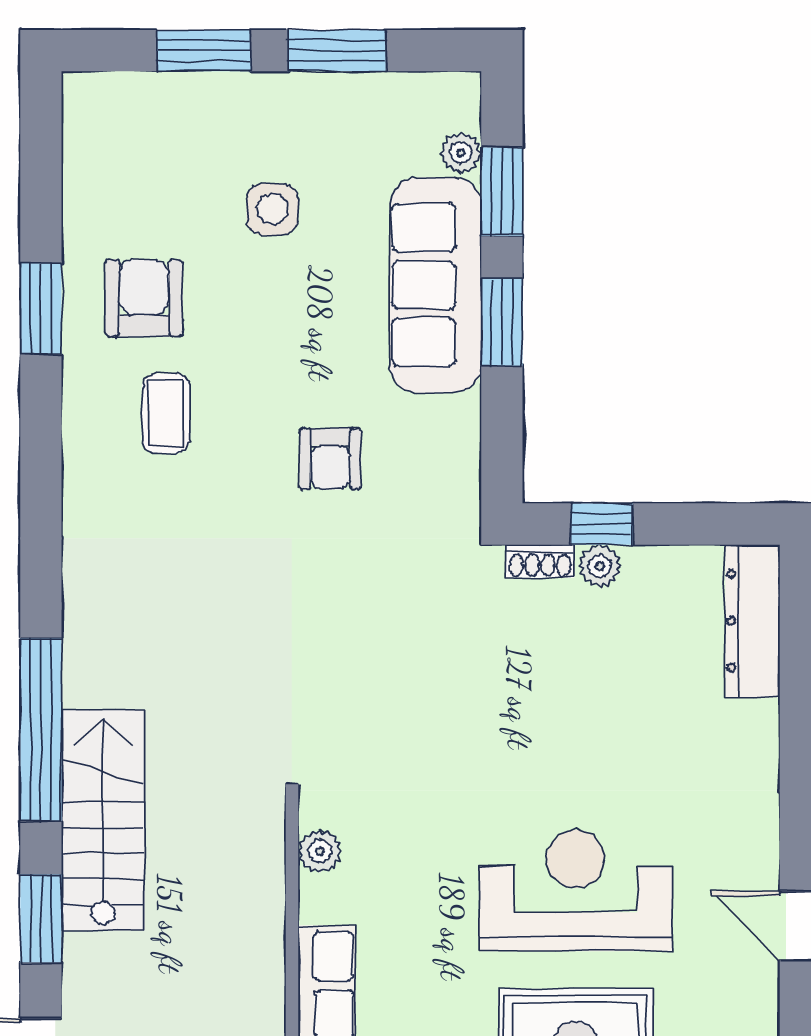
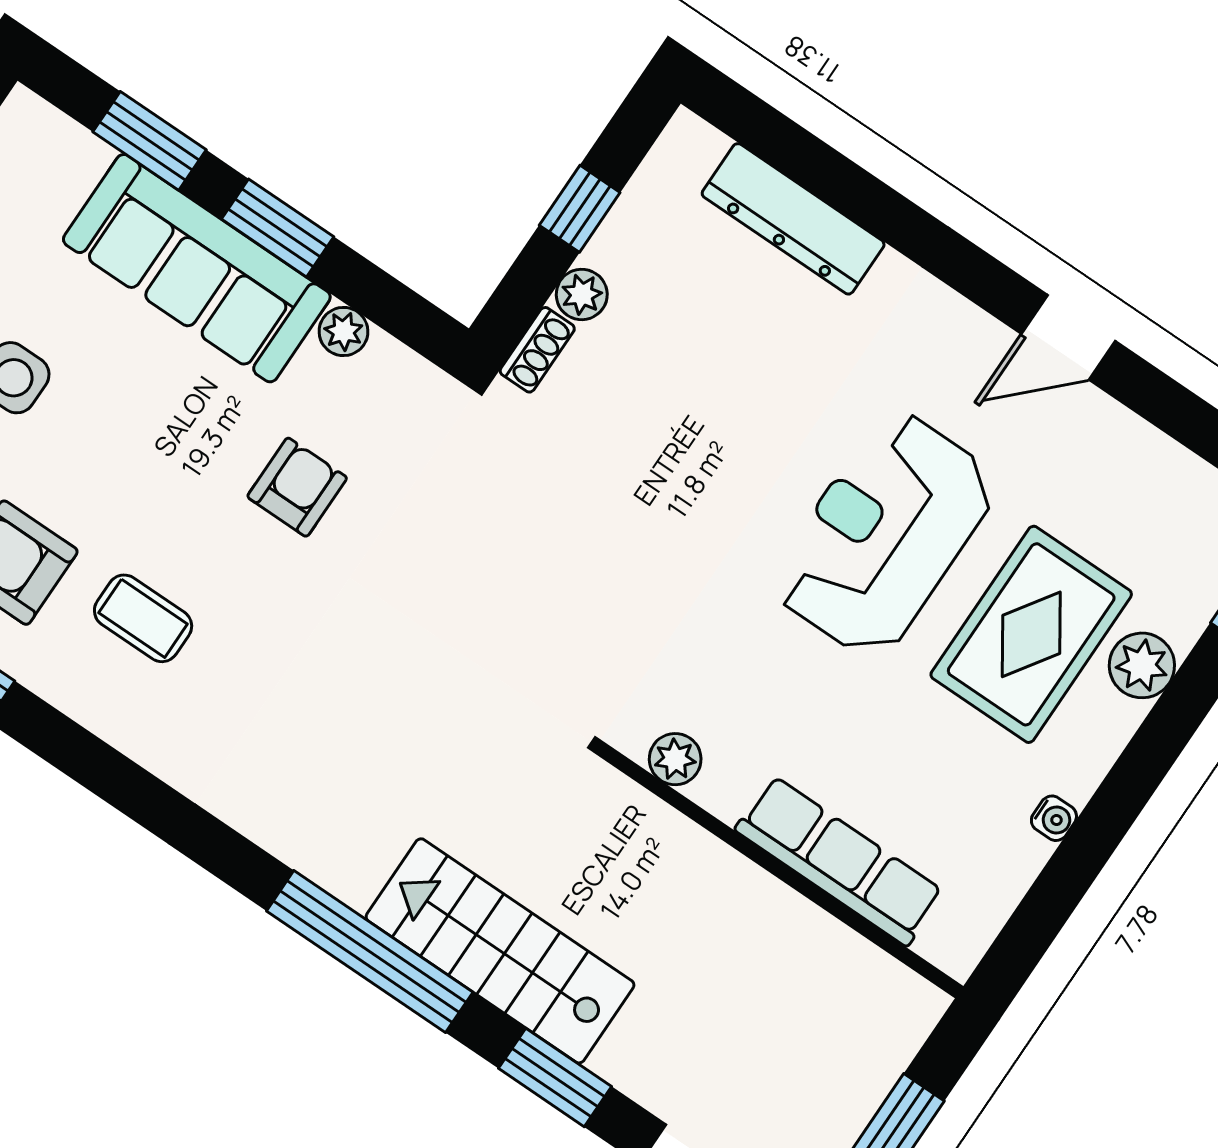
plant: (461, 153) -> (343, 331), moved
armchair: (330, 459) -> (297, 487), turned -90
window: (602, 524) -> (580, 209), moved
dresser: (753, 621) -> (793, 219), moved

